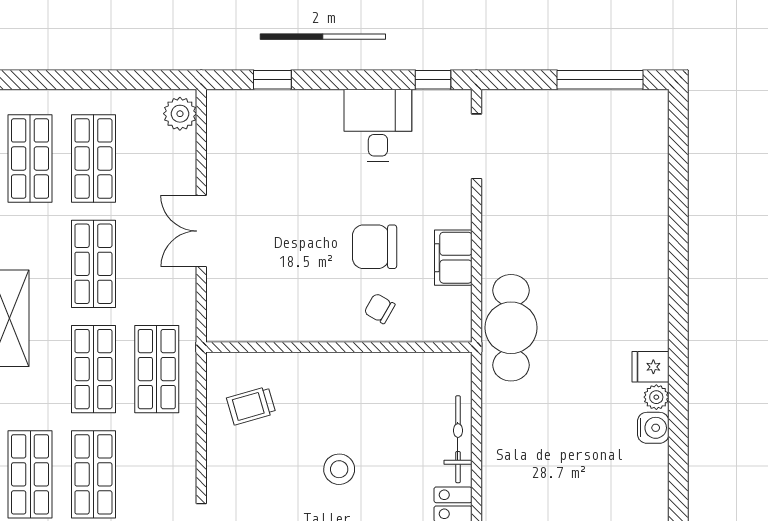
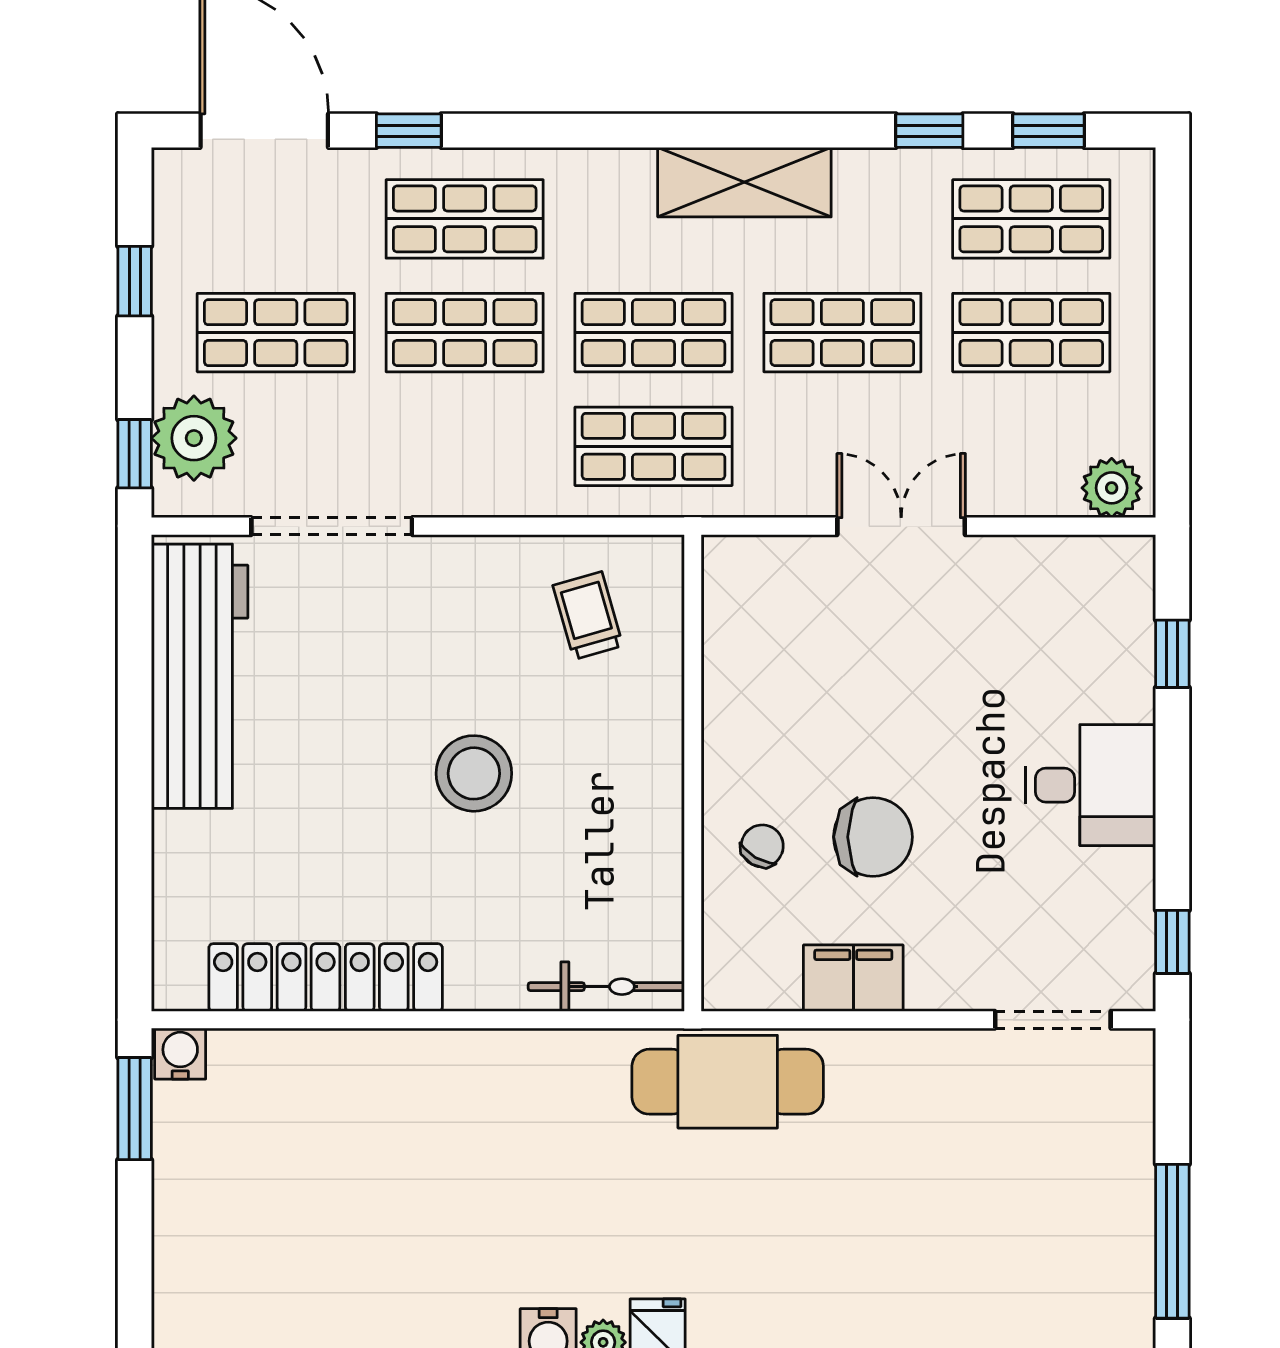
desk: (378, 126) -> (1090, 785), moved
chair: (375, 247) -> (873, 837), turned 90
bicycle: (458, 439) -> (606, 987), moved
stool: (339, 469) -> (474, 773), width x1.38, depth x1.38

